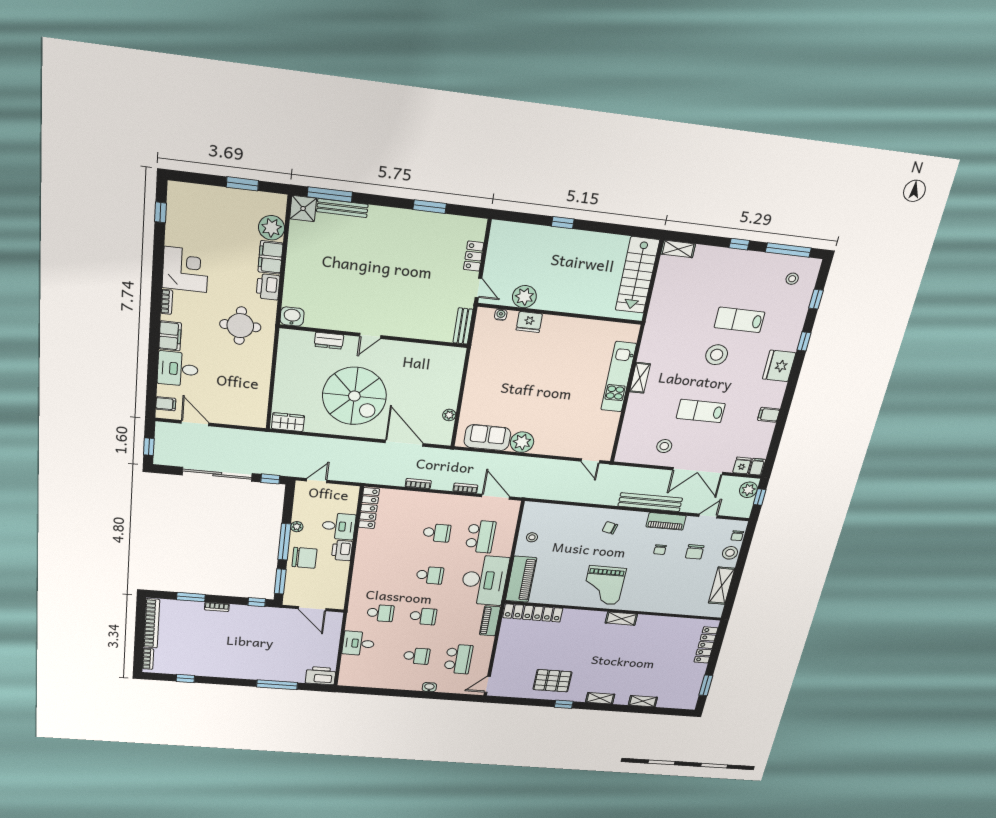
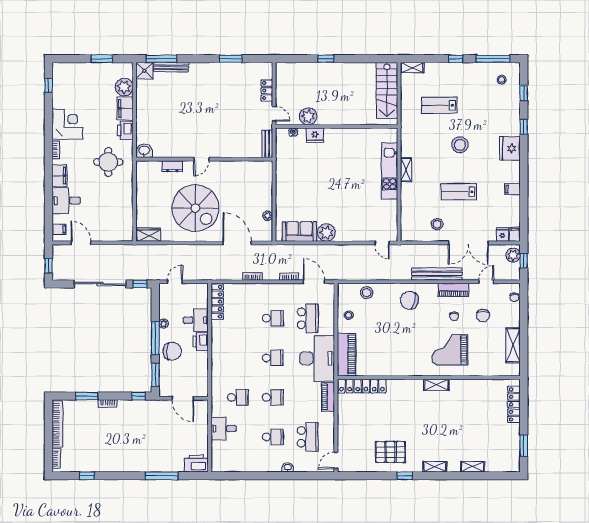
lab bench: (739, 320) -> (439, 105), moved
chair: (610, 528) -> (409, 300), width x1.87, depth x1.87
stool: (730, 553) -> (367, 293), moved
grand piano: (604, 585) -> (450, 350), moved, turned 90

